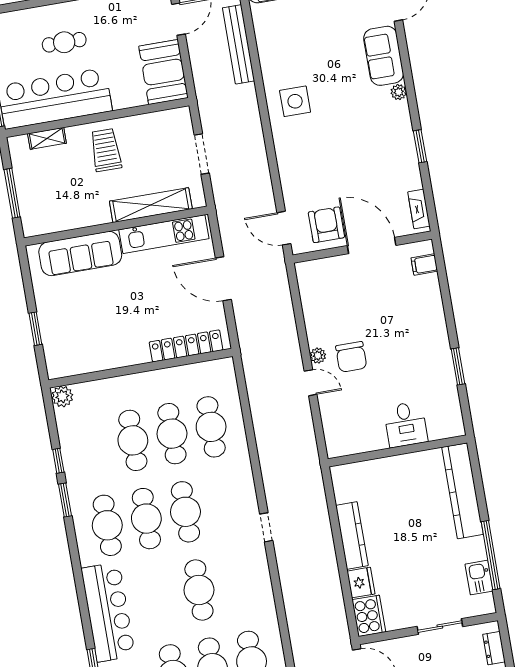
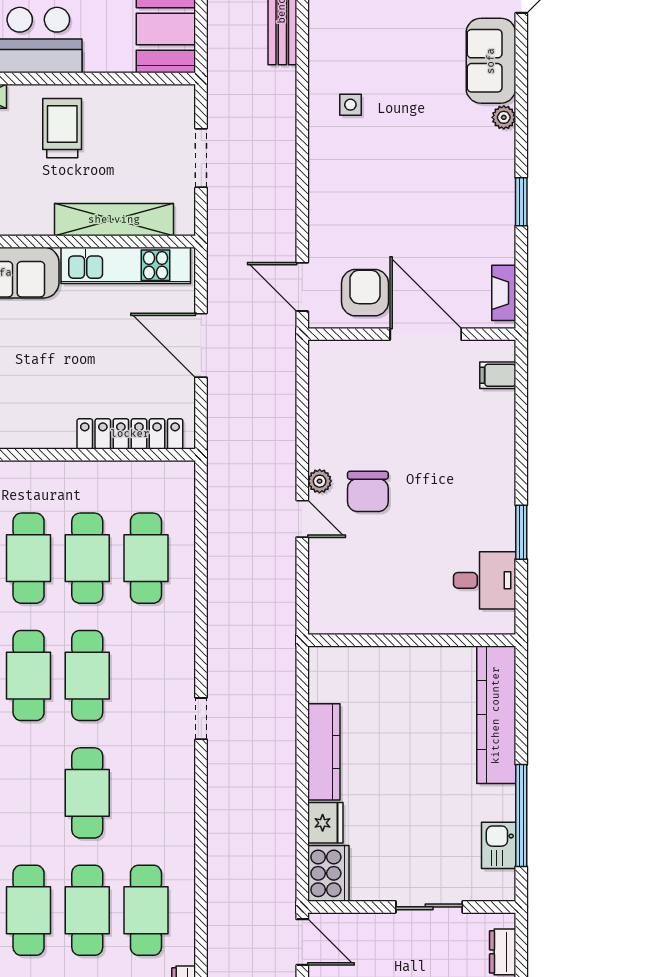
side table: (295, 101) -> (350, 105), width x0.54, depth x0.54
desk: (406, 424) -> (485, 580), moved, turned -90

